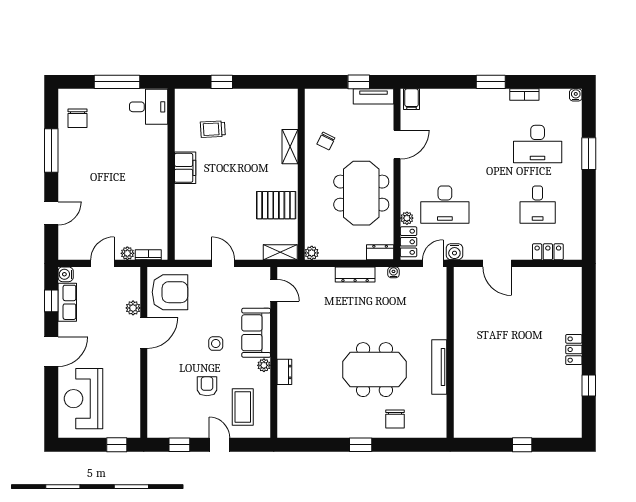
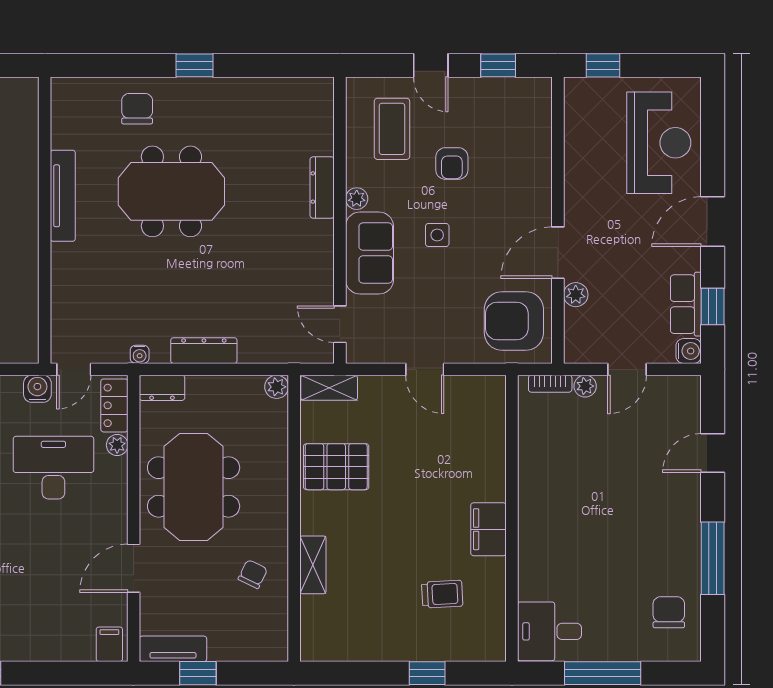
dresser: (284, 372) -> (322, 187), width x1.44

